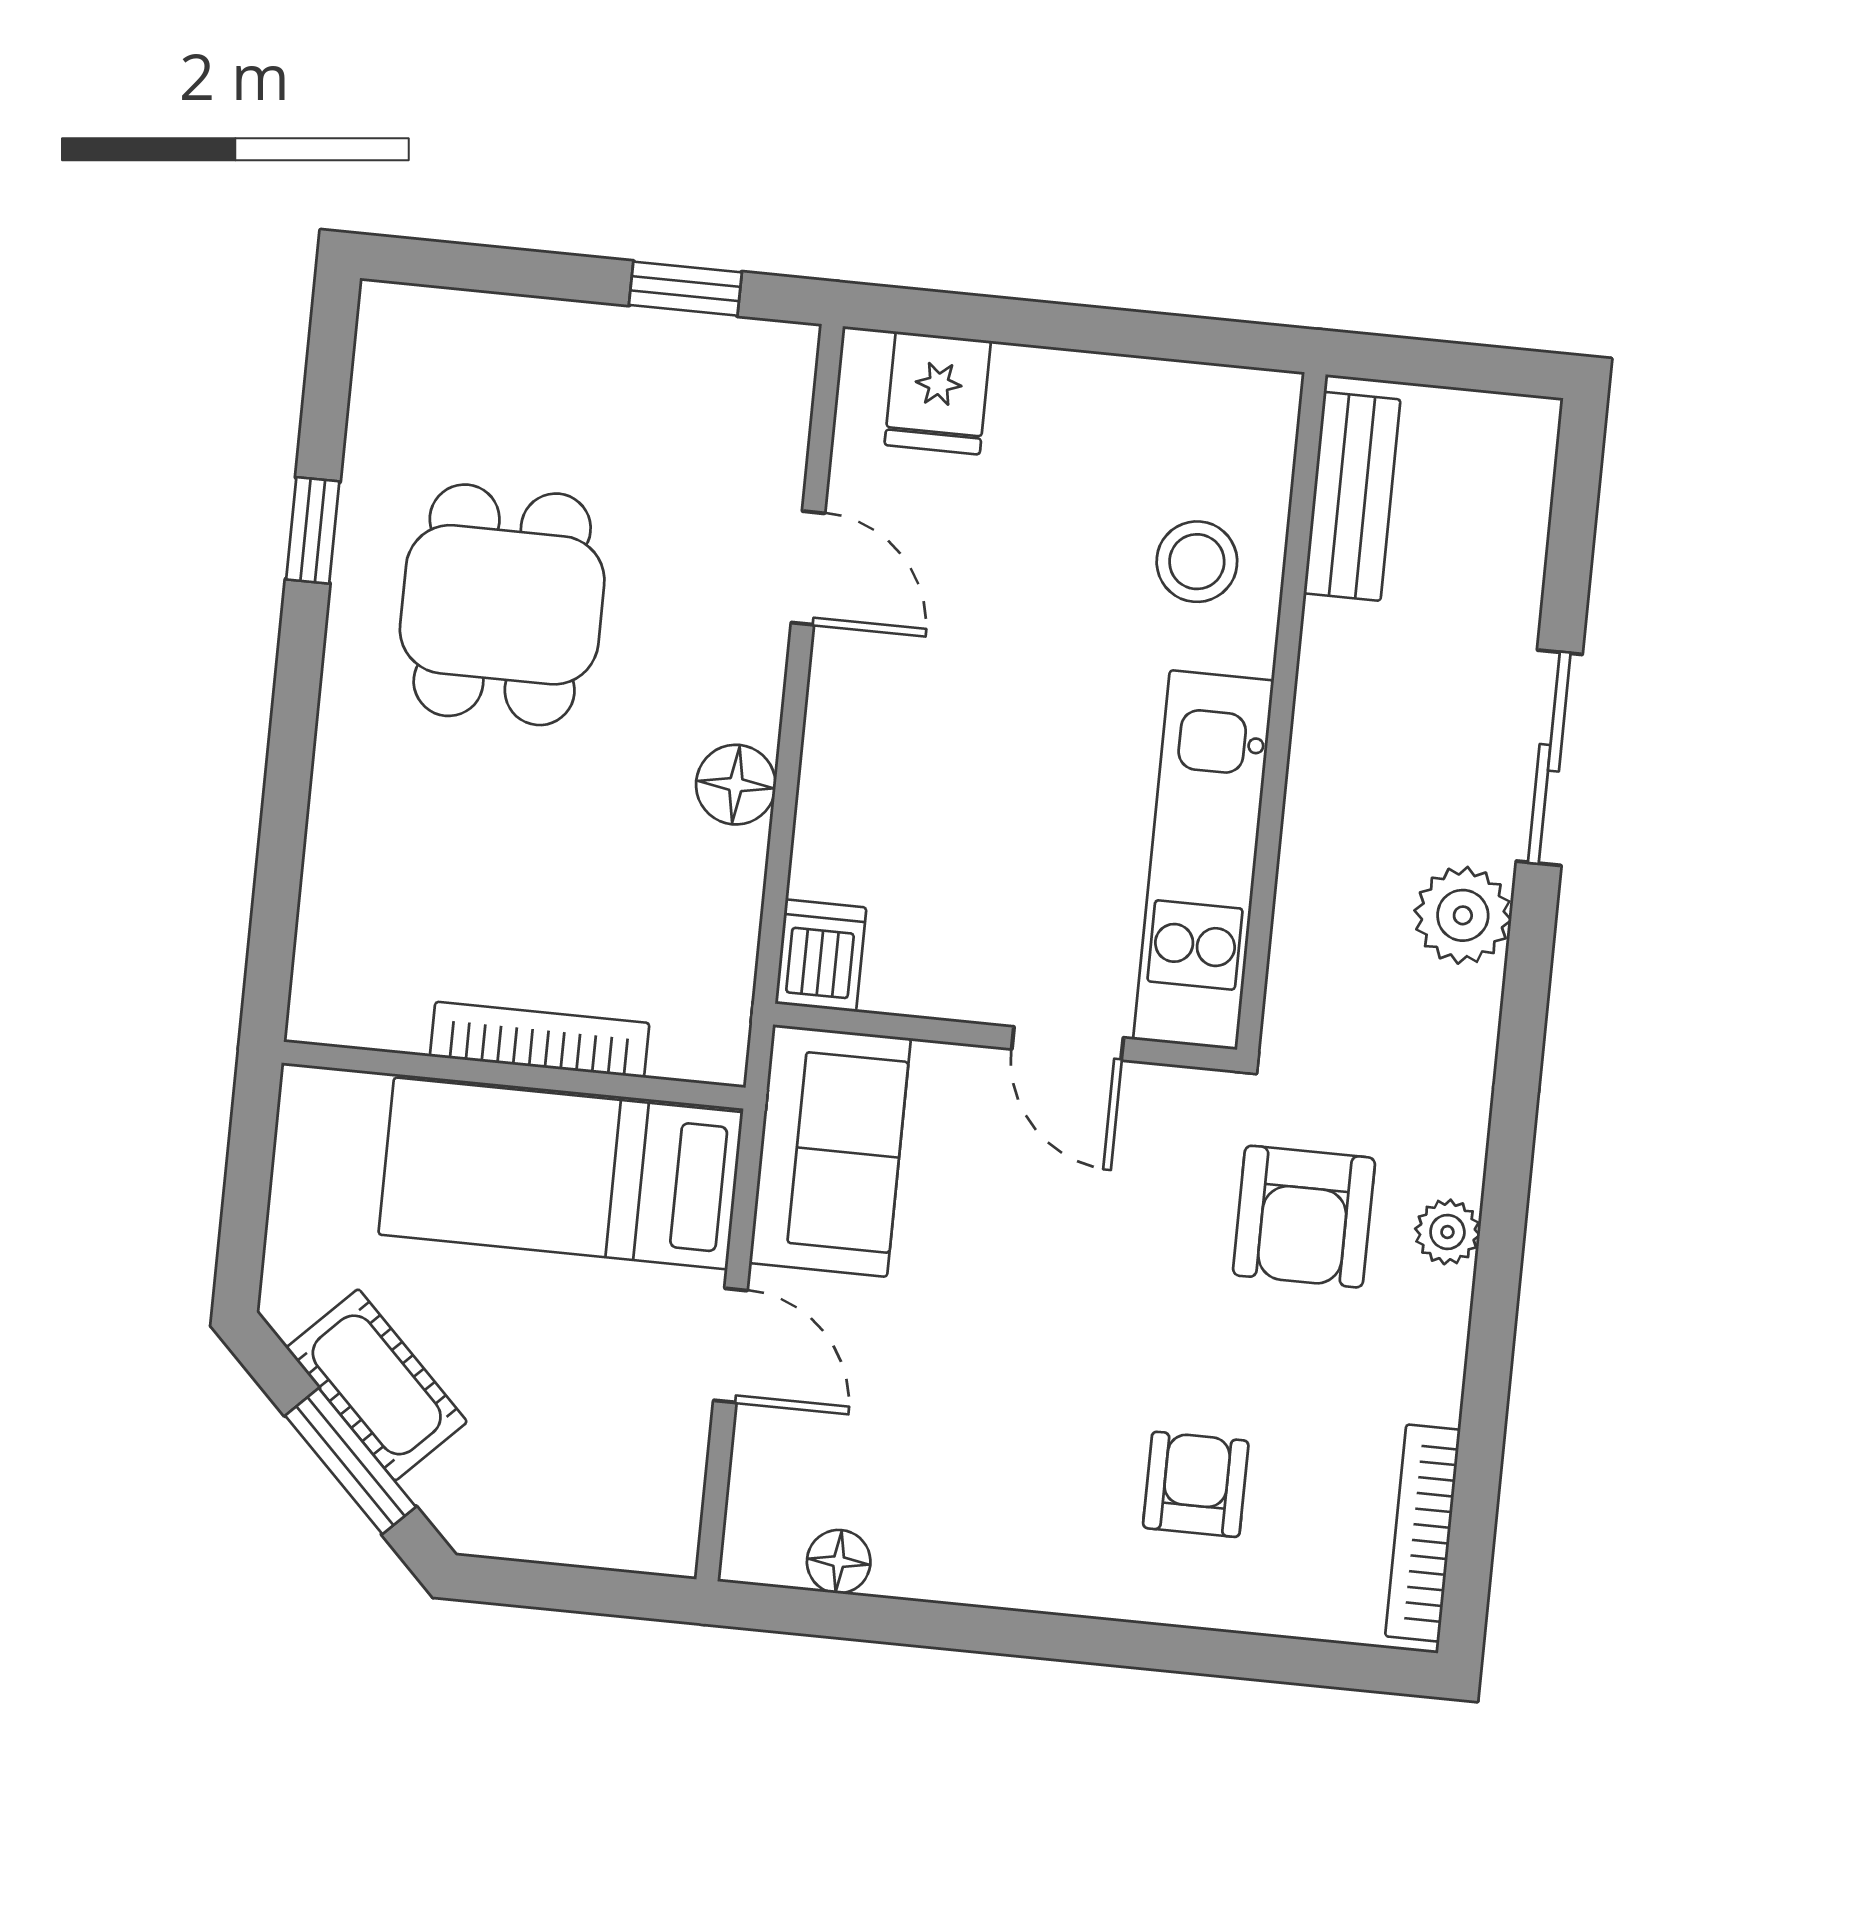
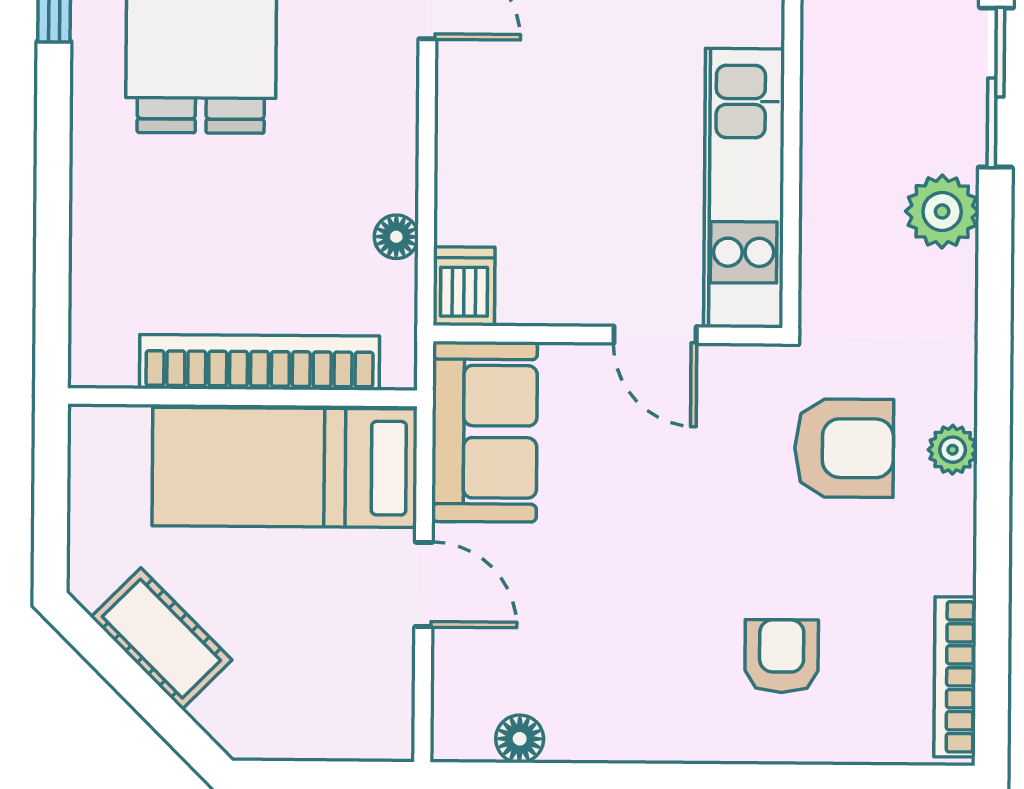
floor lamp: (736, 785) -> (396, 237), moved, width x0.73, depth x0.73
bookcase: (540, 1040) -> (259, 362), width x1.48, depth x1.31
armchair: (1304, 1217) -> (844, 448), turned -90
window: (350, 1461) -> (147, 697), removed

